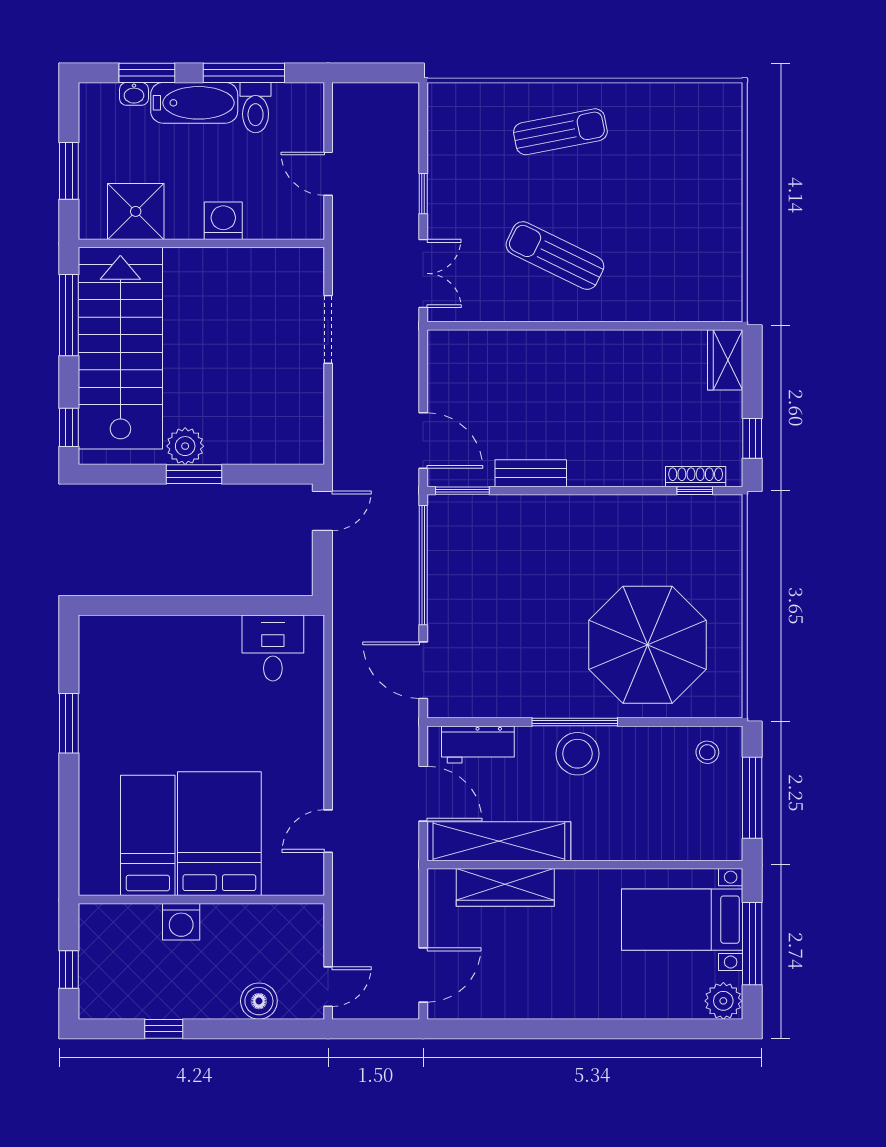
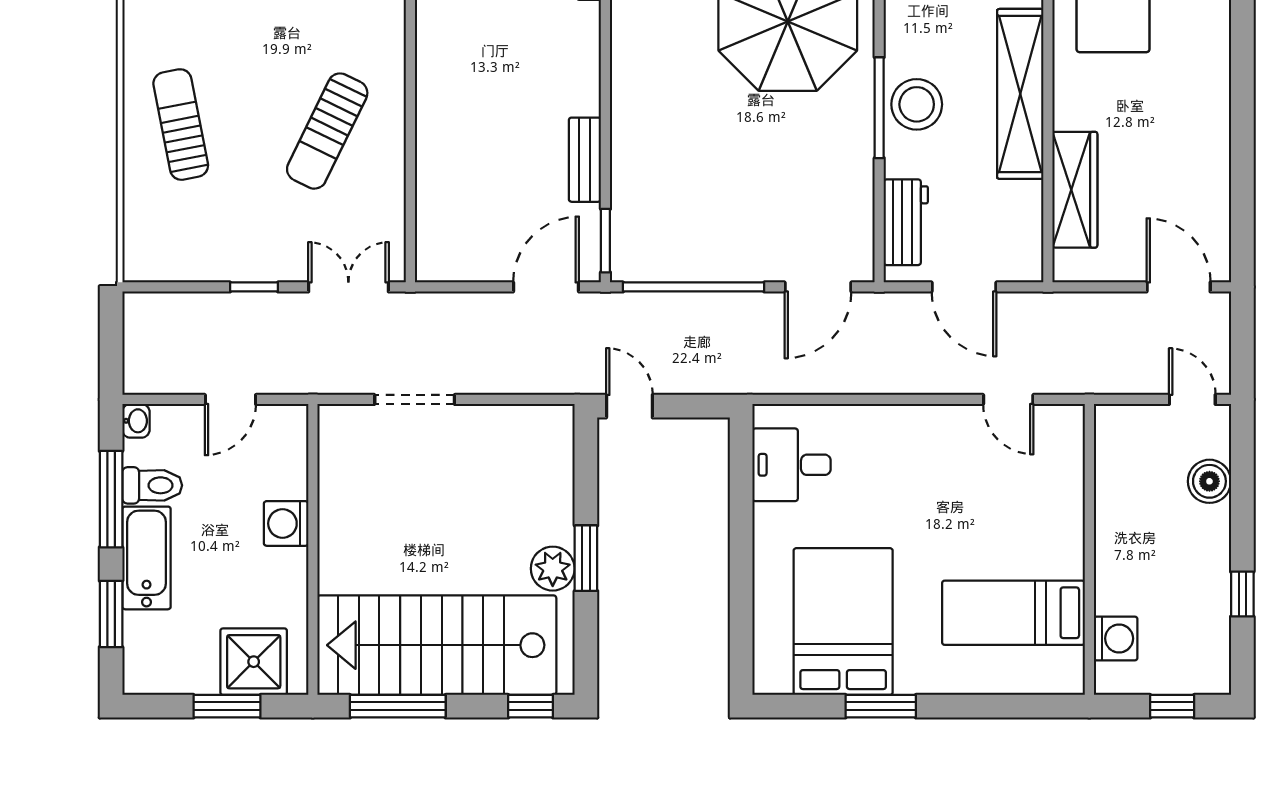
washbasin: (134, 94) -> (136, 421), moved
shower: (136, 211) -> (254, 662), moved
door: (423, 794) -> (964, 287), swing flipped
bed: (219, 834) -> (843, 622), moved, turned 90
shelving: (499, 841) -> (1020, 94), moved
washing machine: (181, 922) -> (1116, 638), moved

